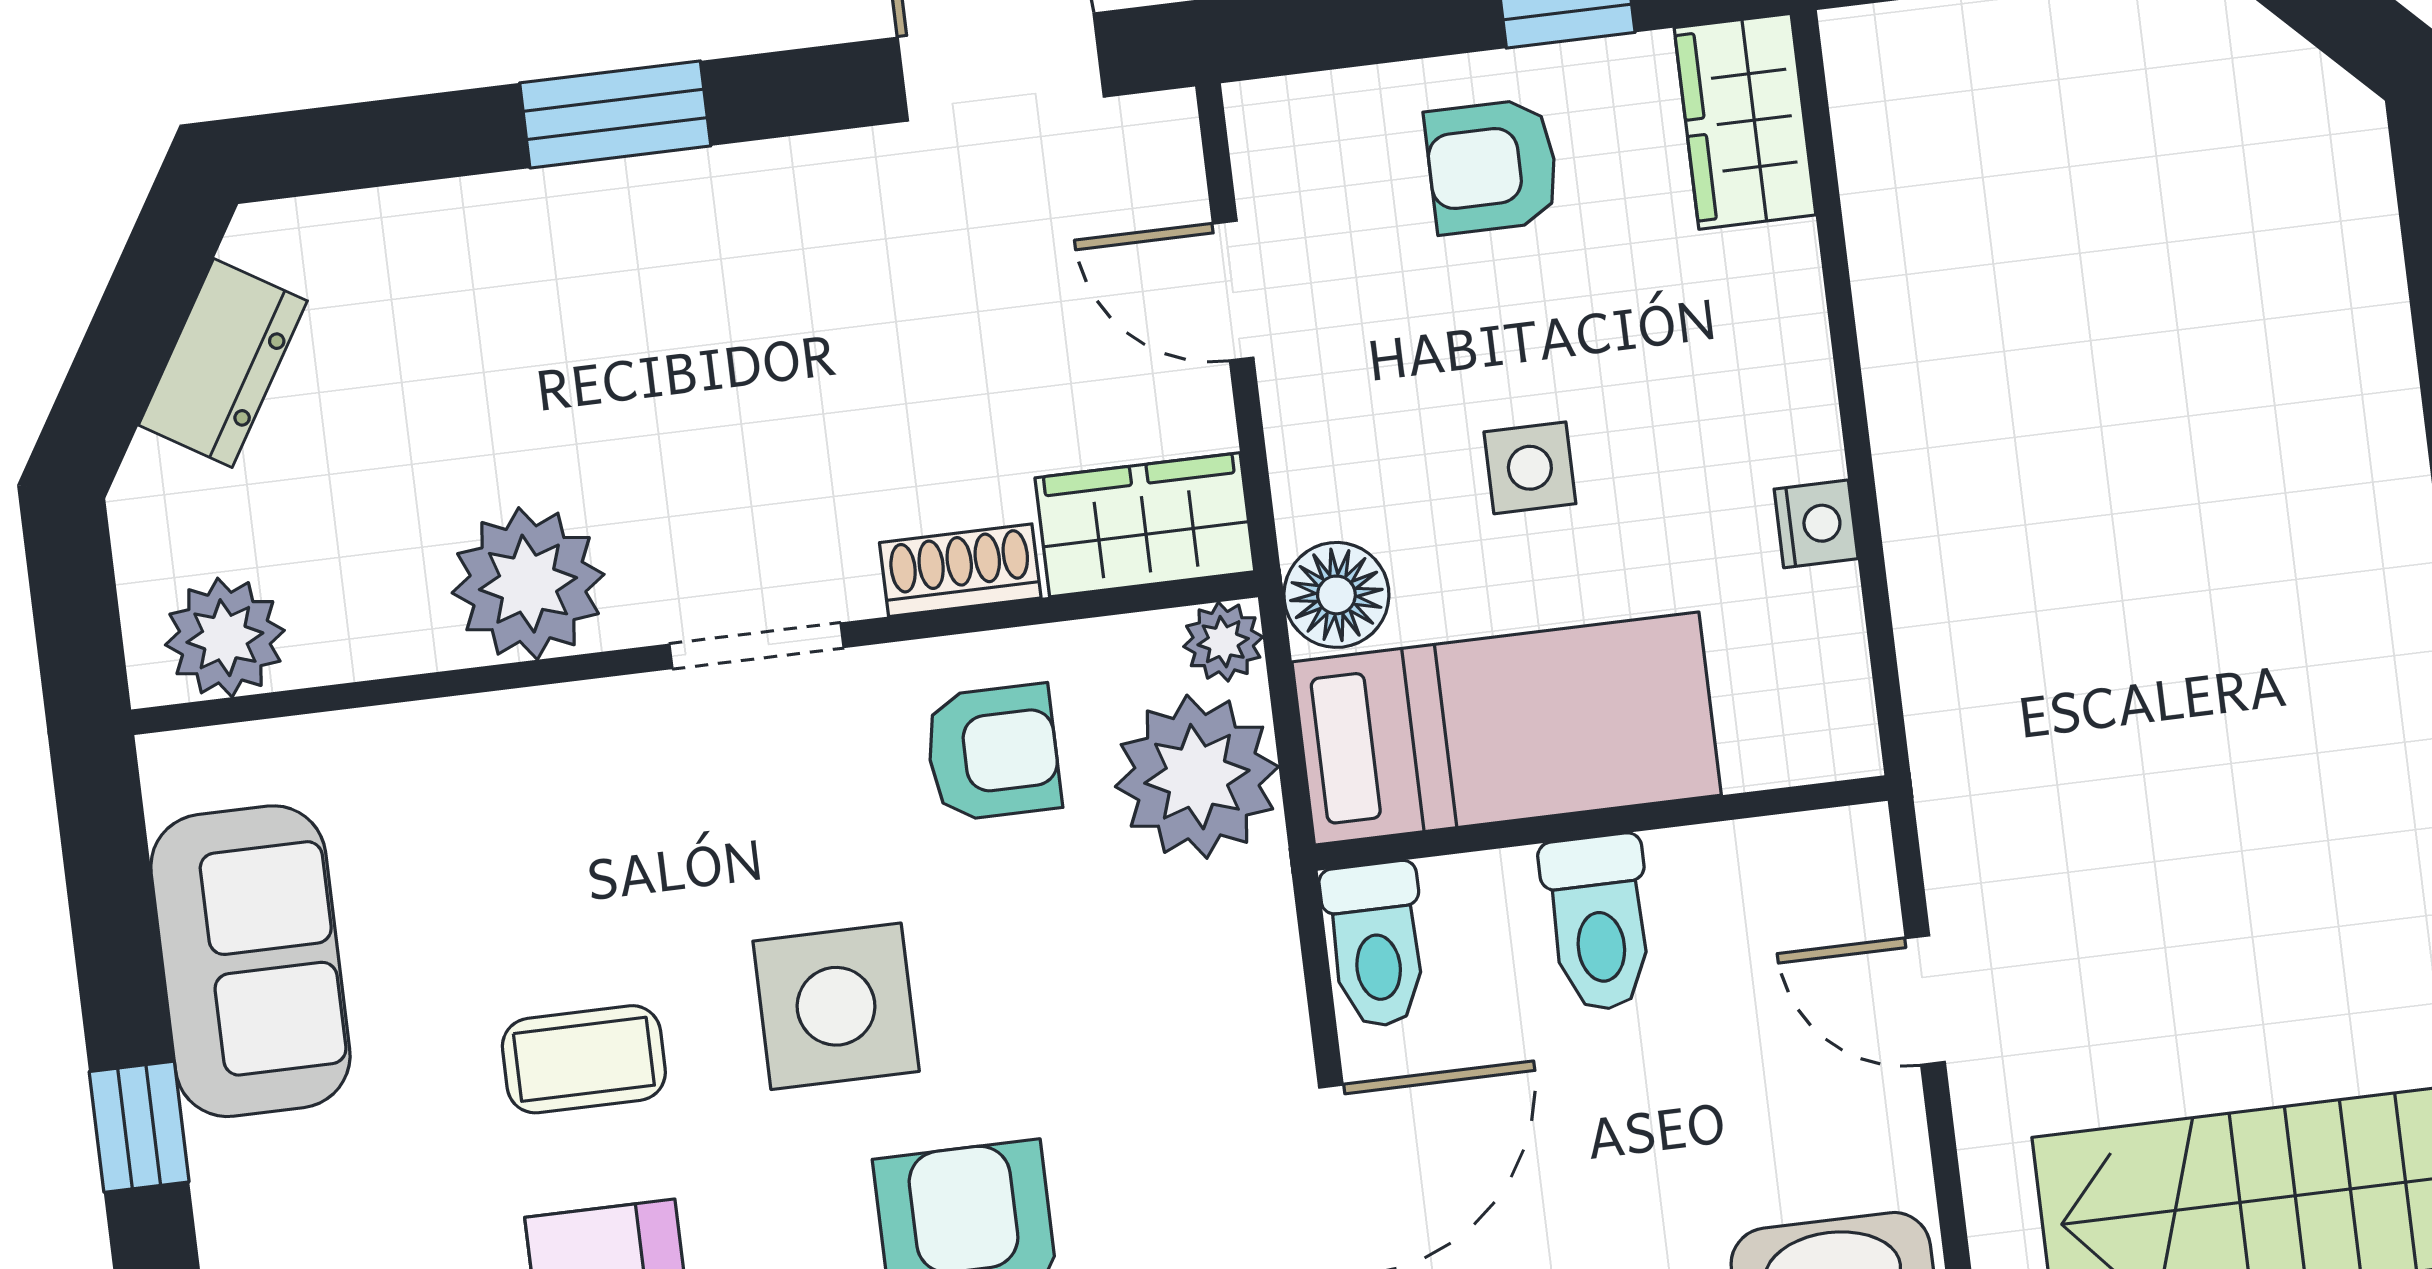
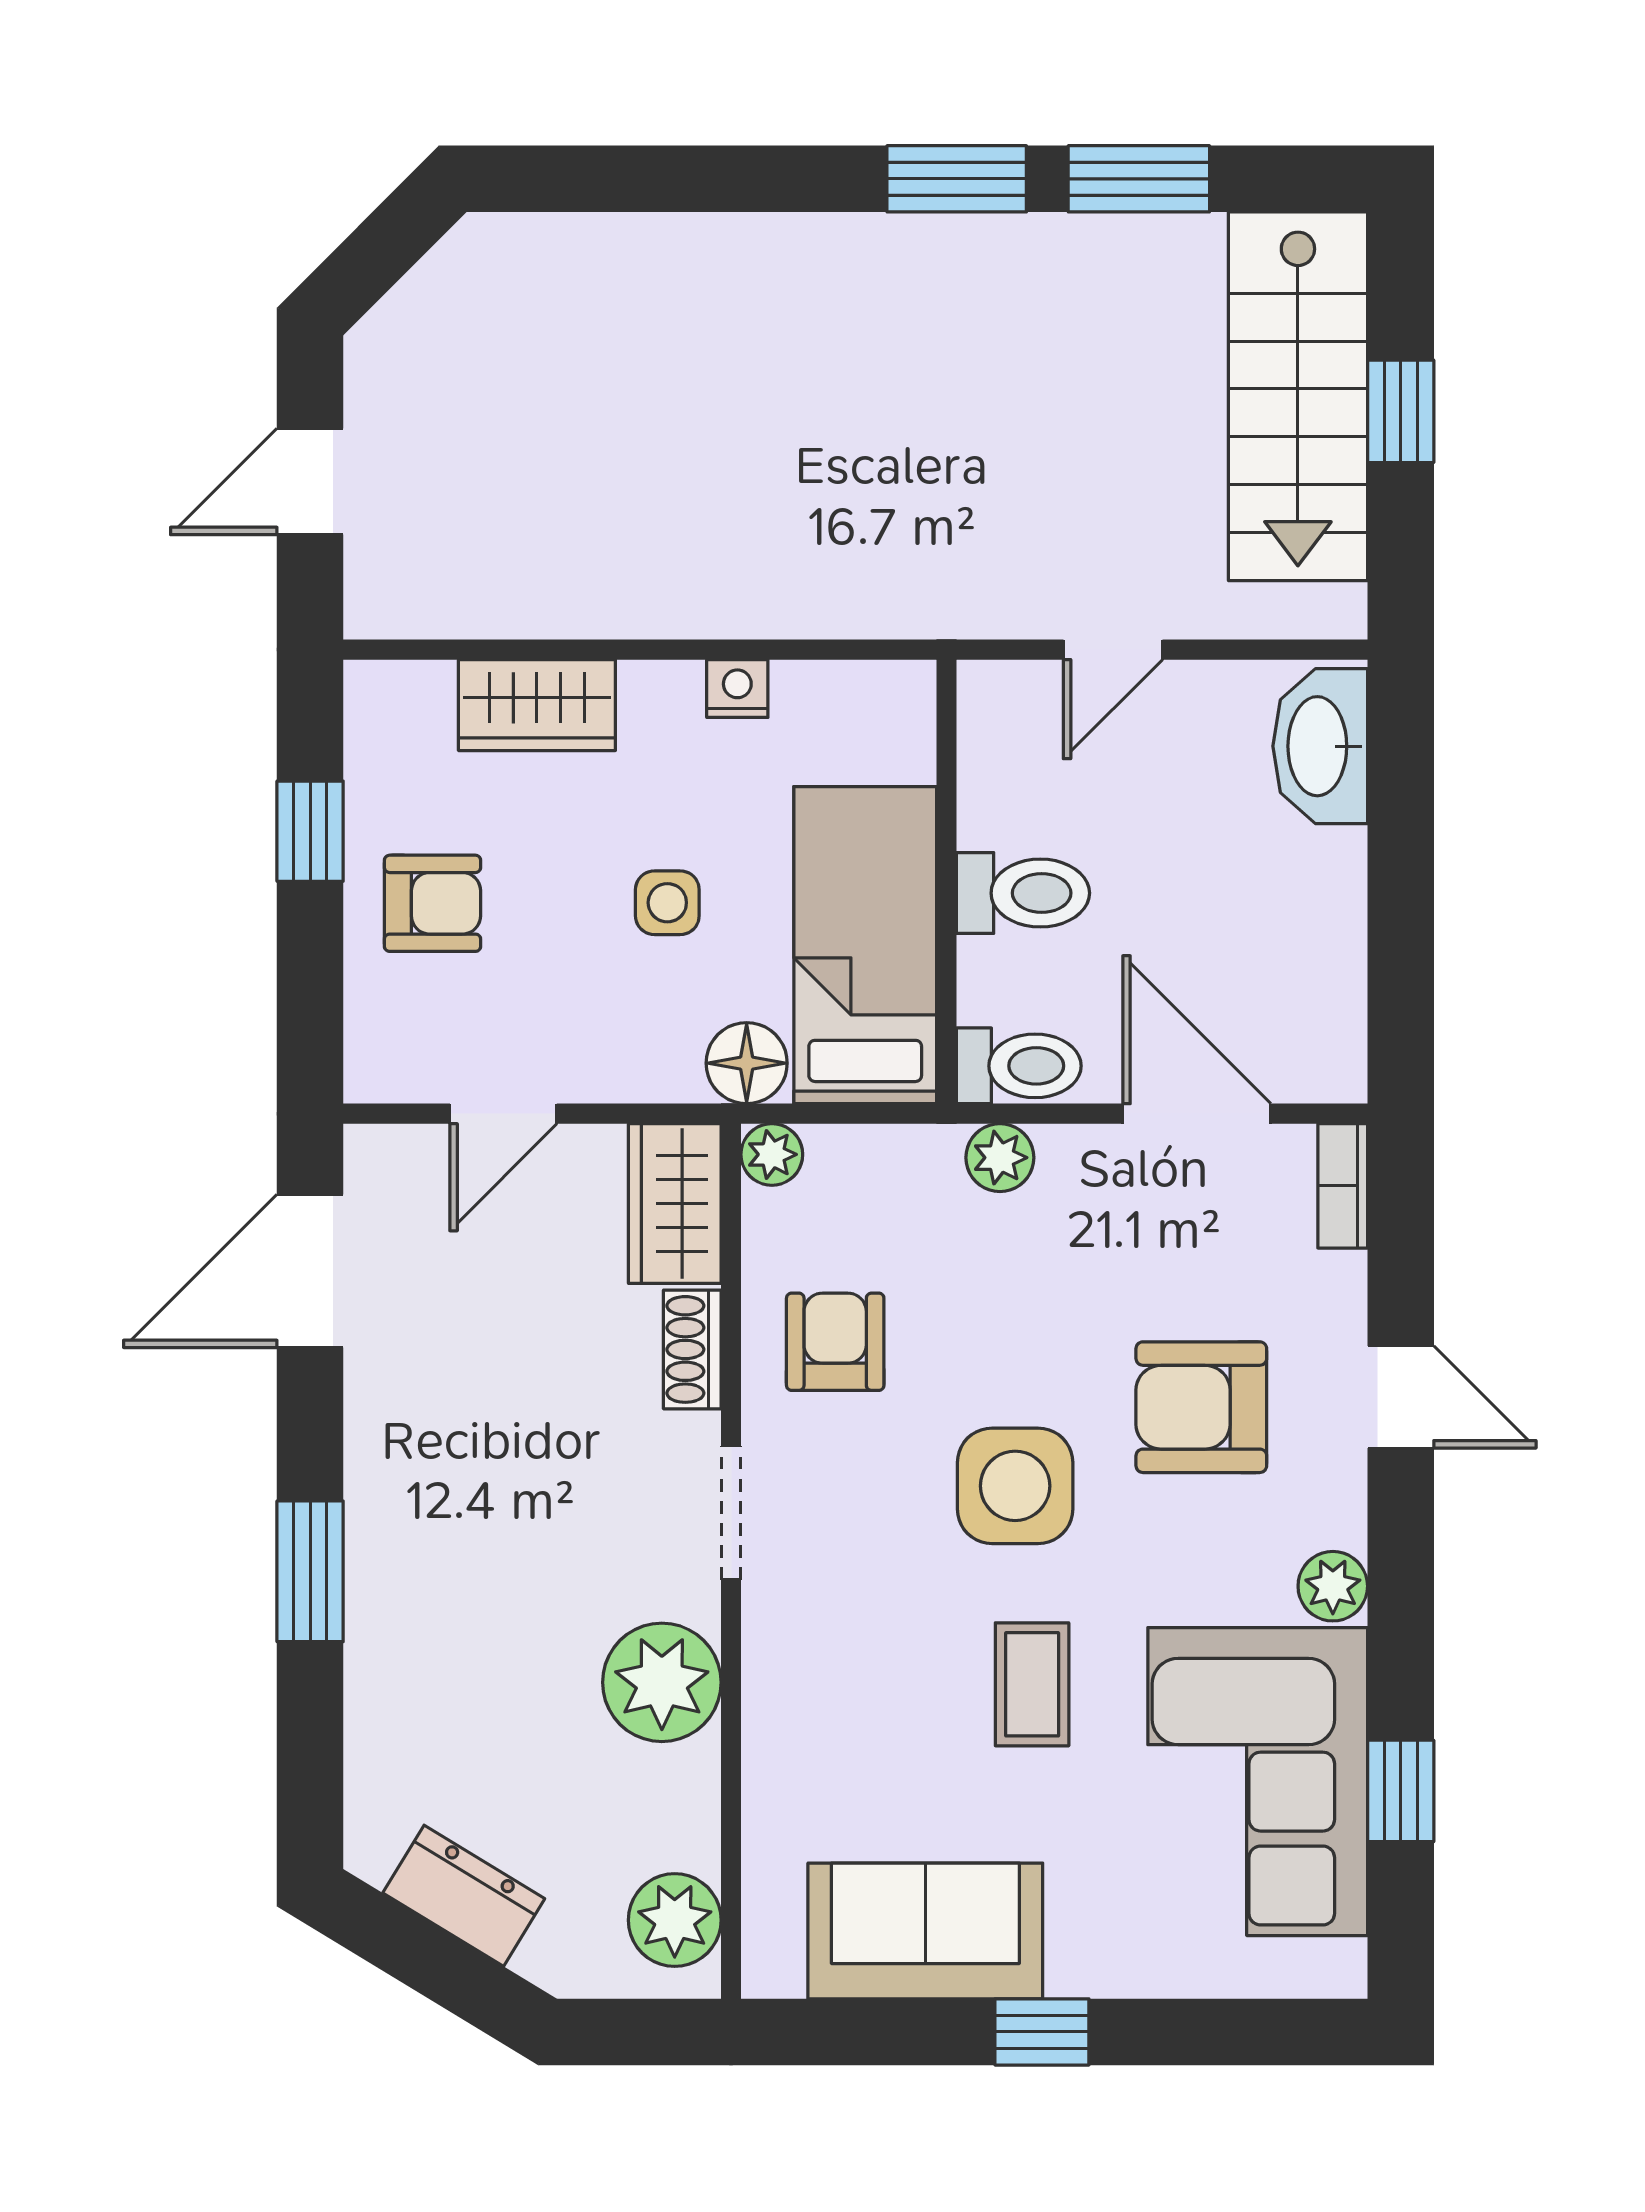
wardrobe: (1745, 121) -> (537, 705), moved
armchair: (1492, 166) -> (433, 903), turned -90
plant: (1197, 777) -> (1000, 1158), moved, width x0.53, depth x0.53

